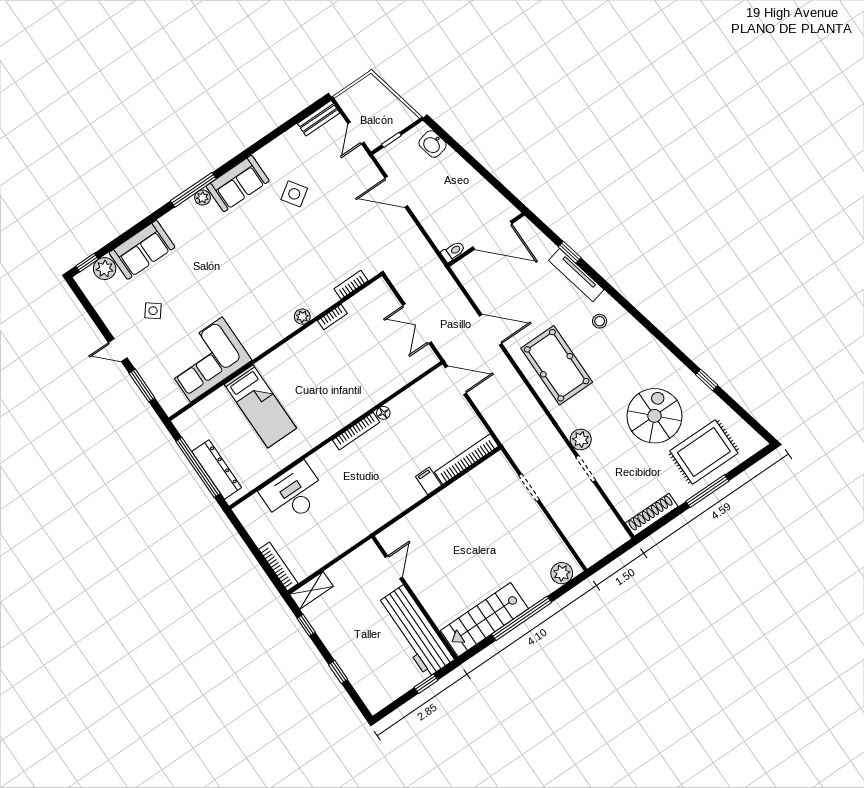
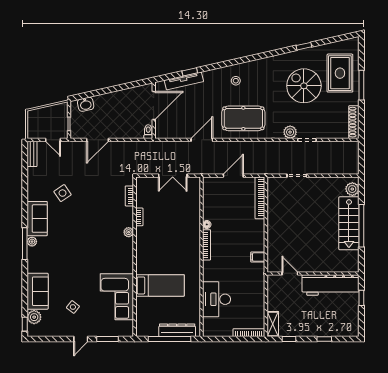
tv unit: (576, 275) -> (184, 81), moved
door: (456, 380) -> (233, 176), moved
filing cabinet: (429, 481) -> (258, 257), moved
stairs: (484, 620) -> (349, 223), moved

